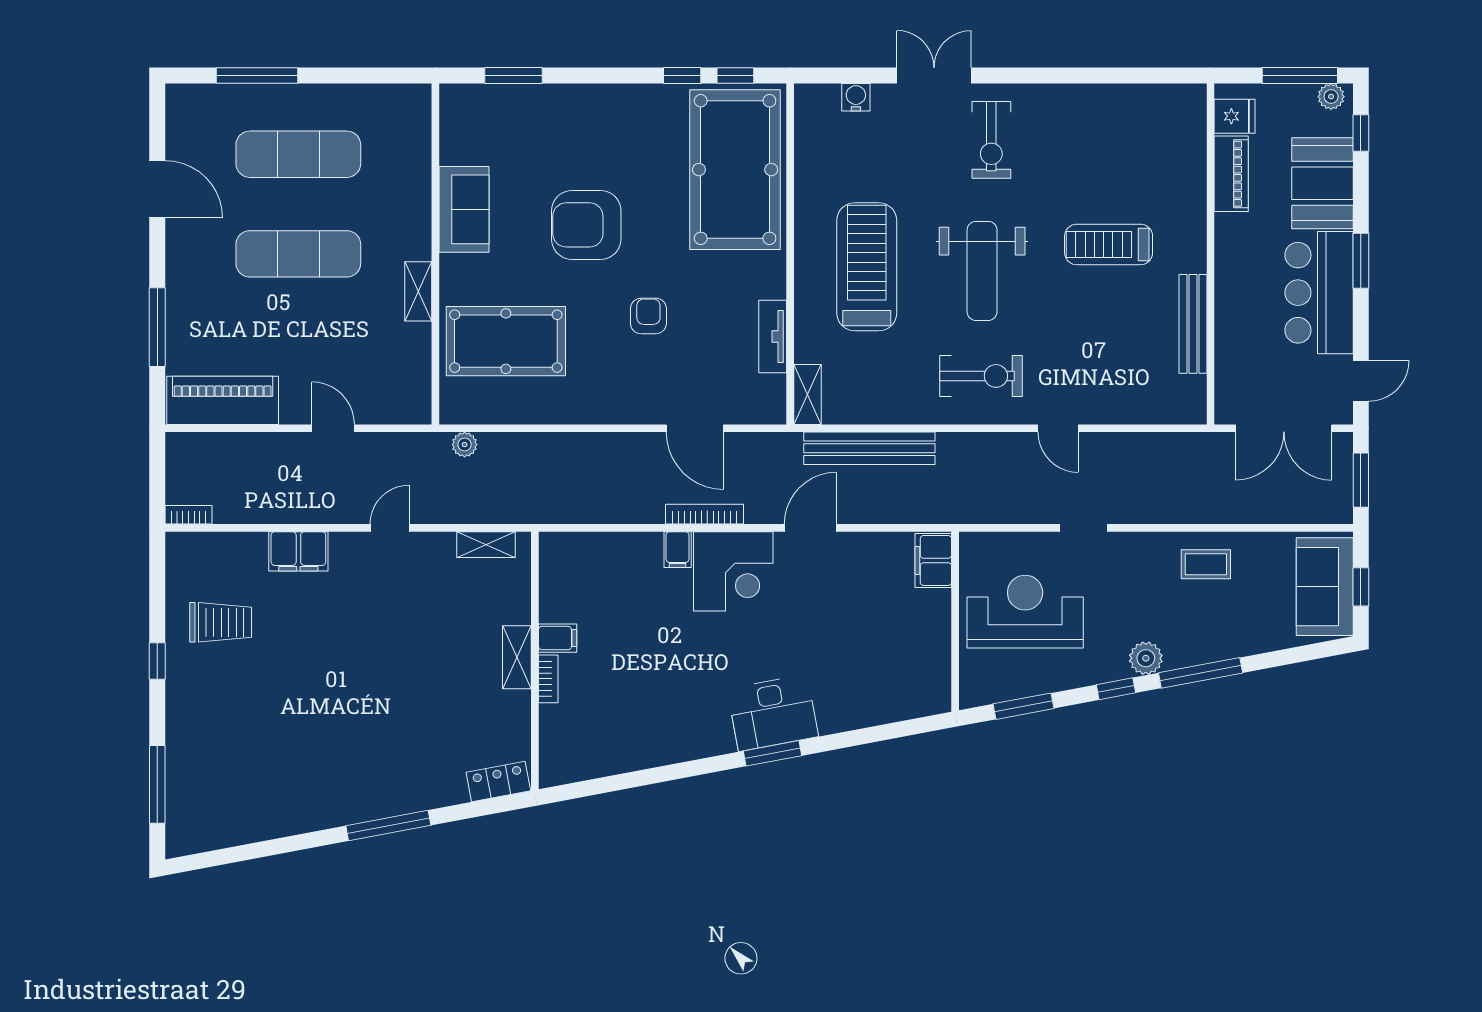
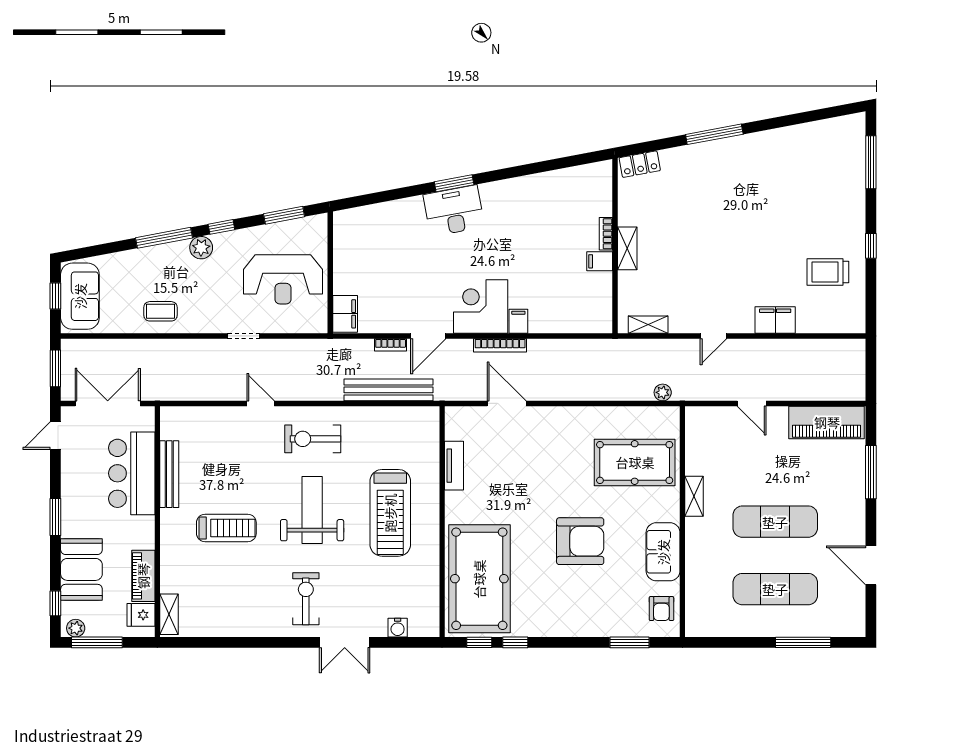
bar counter: (1319, 293) -> (132, 473), moved, turned 180
armchair: (648, 316) -> (661, 609), moved
shelving: (807, 394) -> (169, 614), moved
bookcase: (189, 515) -> (391, 345), moved

